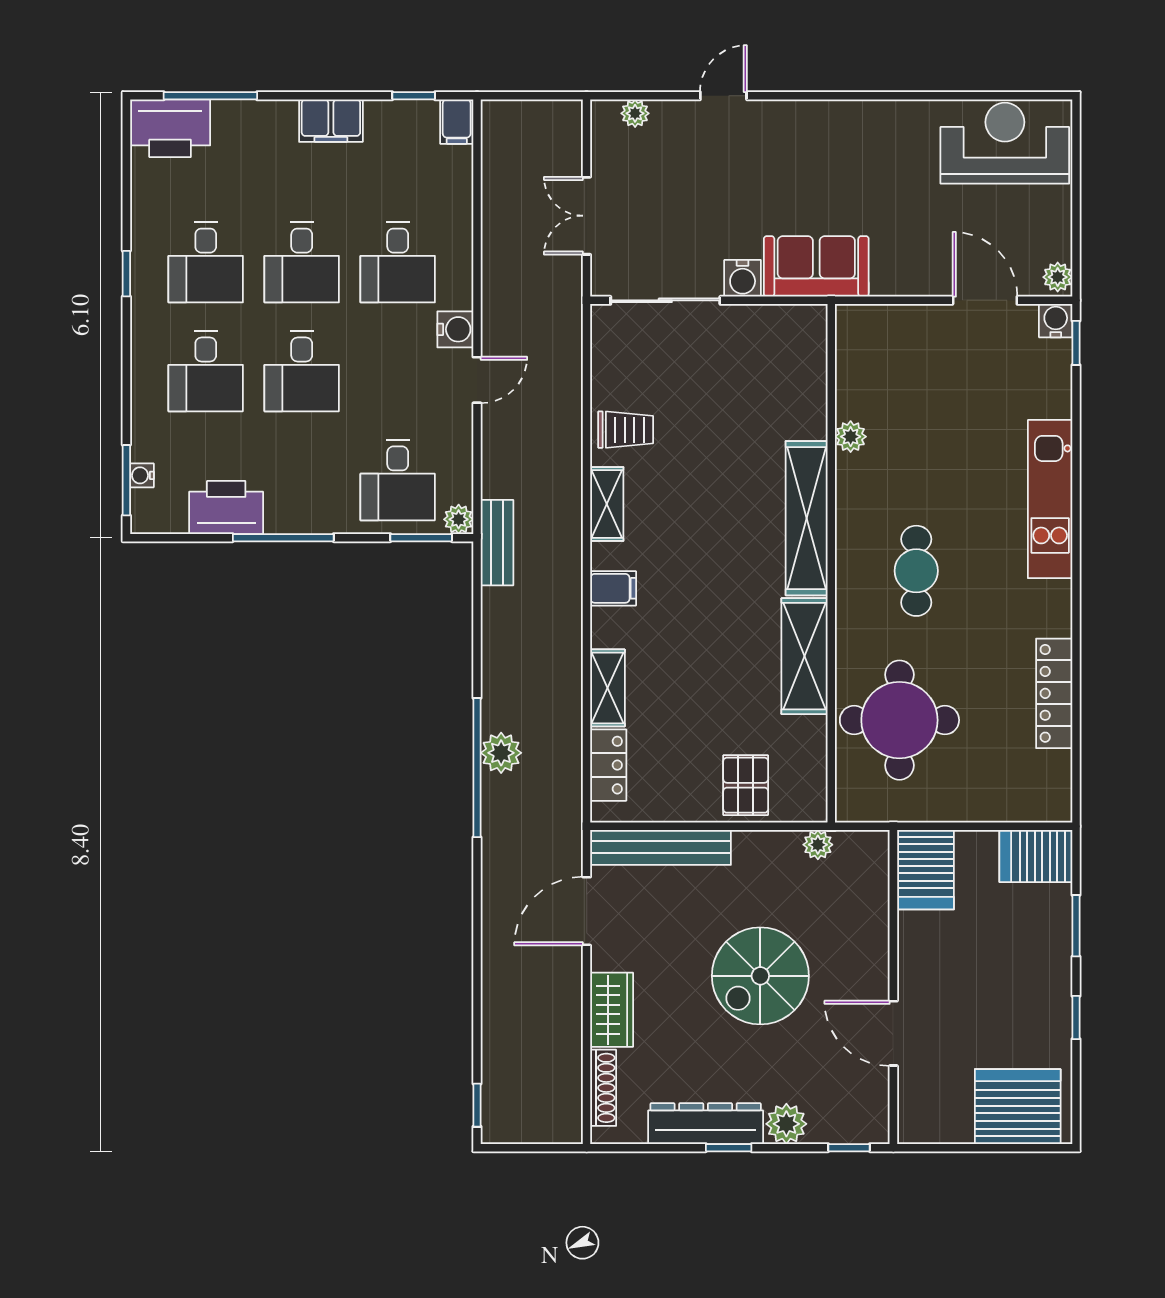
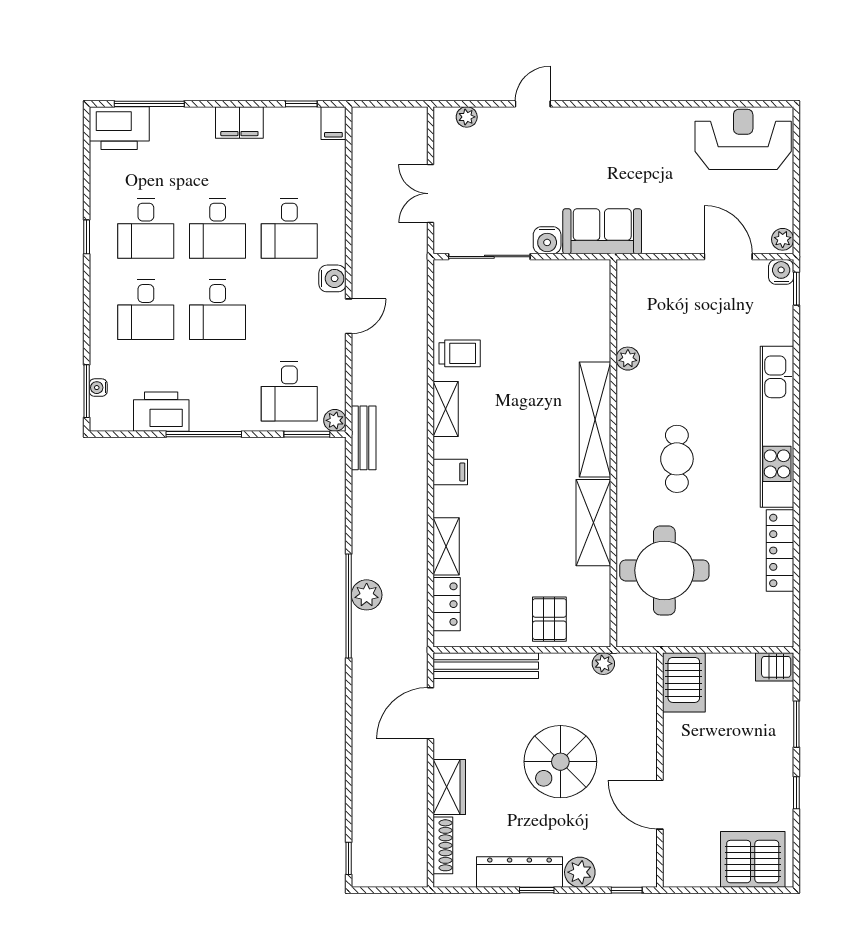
kitchen unit: (1050, 499) -> (777, 427), width x1.36
server rack: (1036, 856) -> (775, 667), width x0.73, depth x0.70

